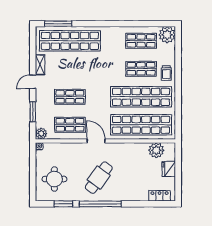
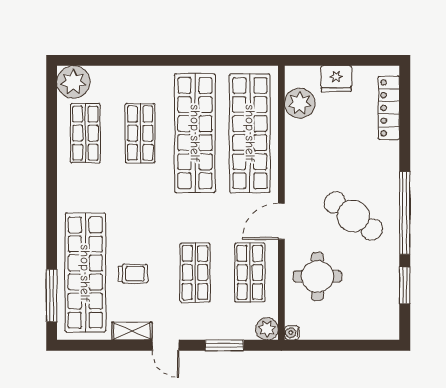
trolley: (166, 73) -> (133, 274), moved
round table: (54, 179) -> (318, 276), moved
locker: (160, 196) -> (389, 108), width x1.53

